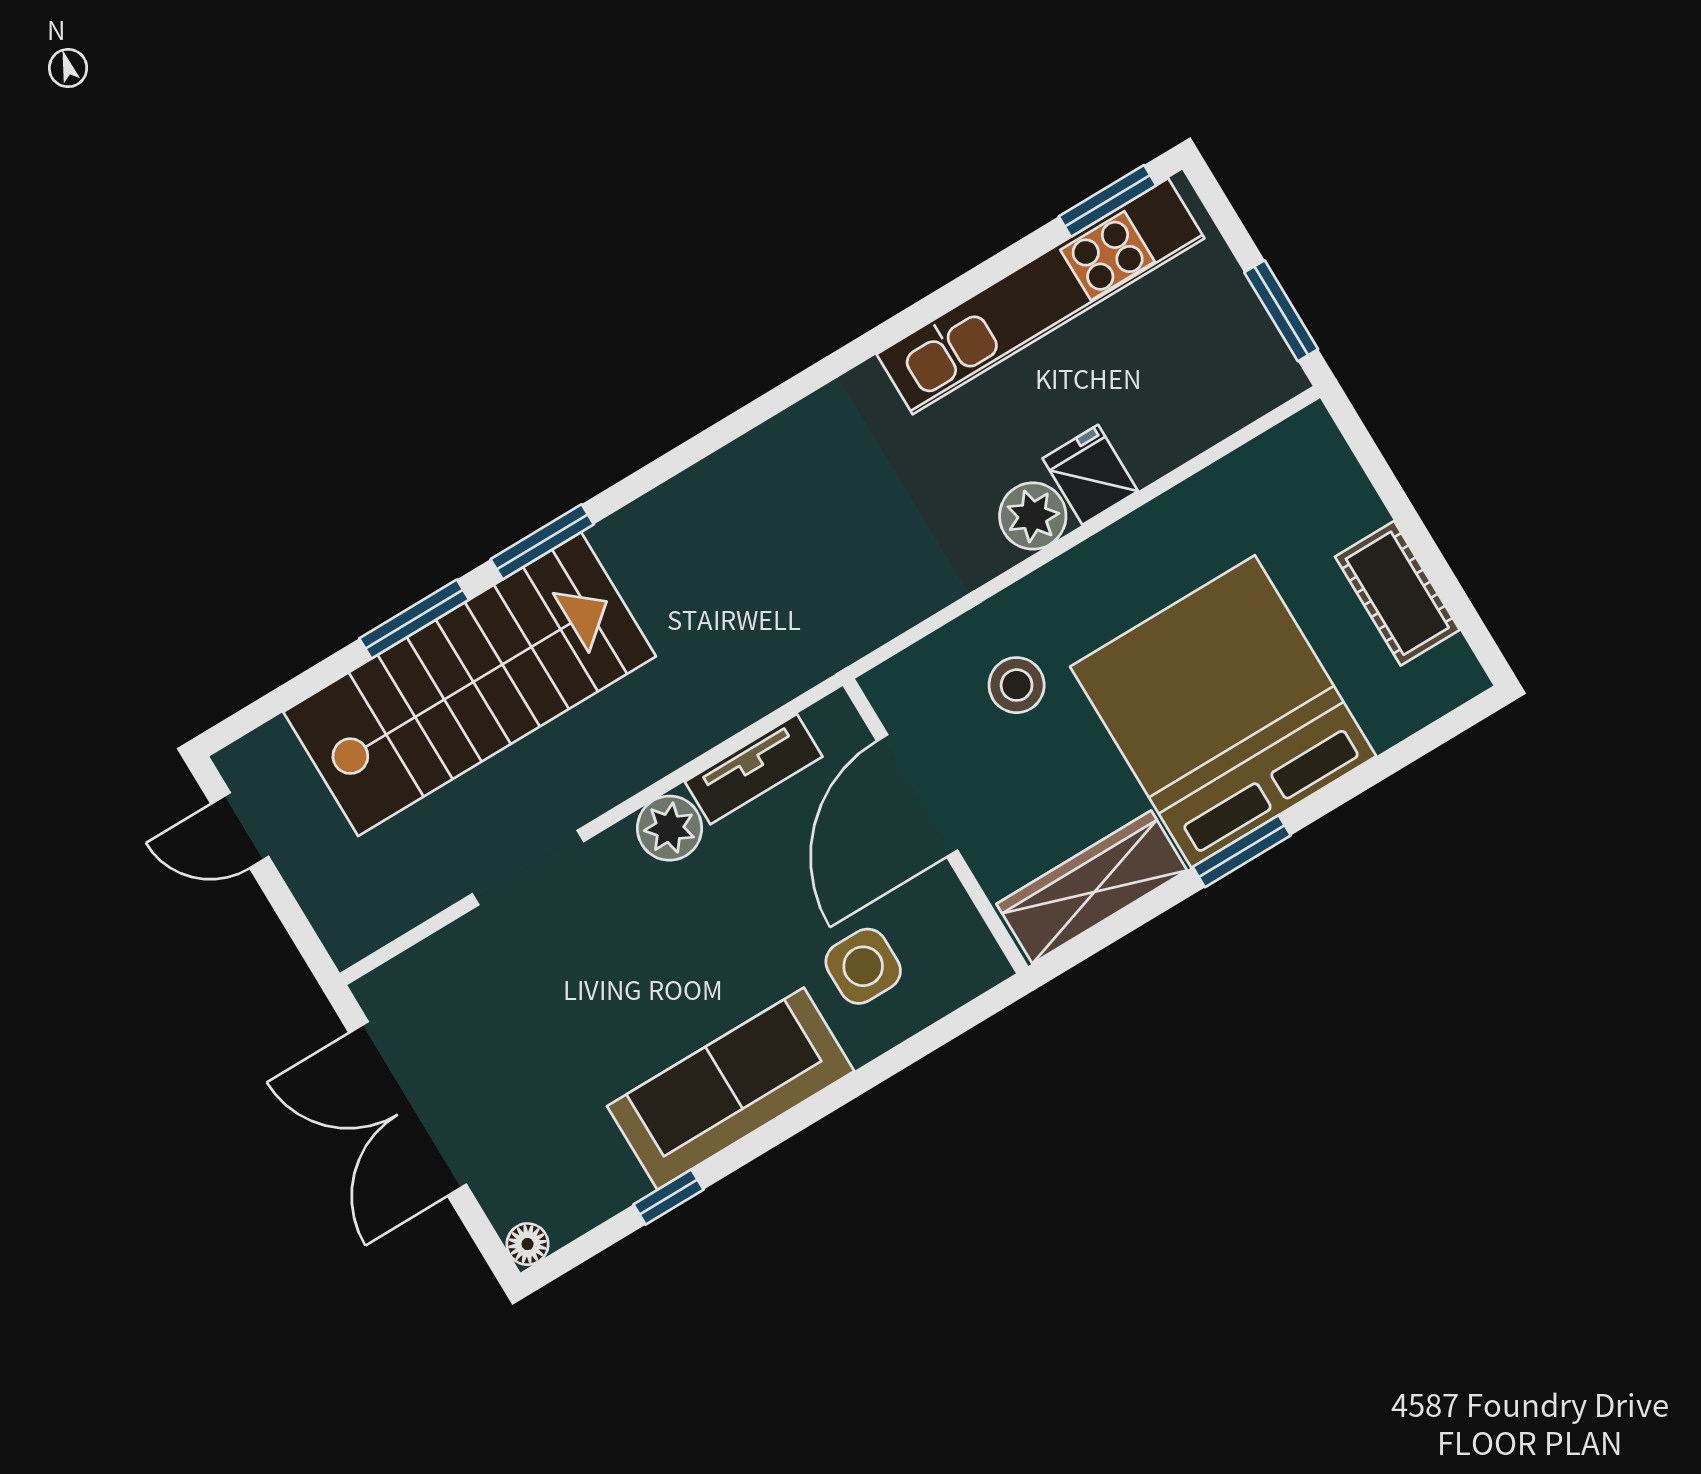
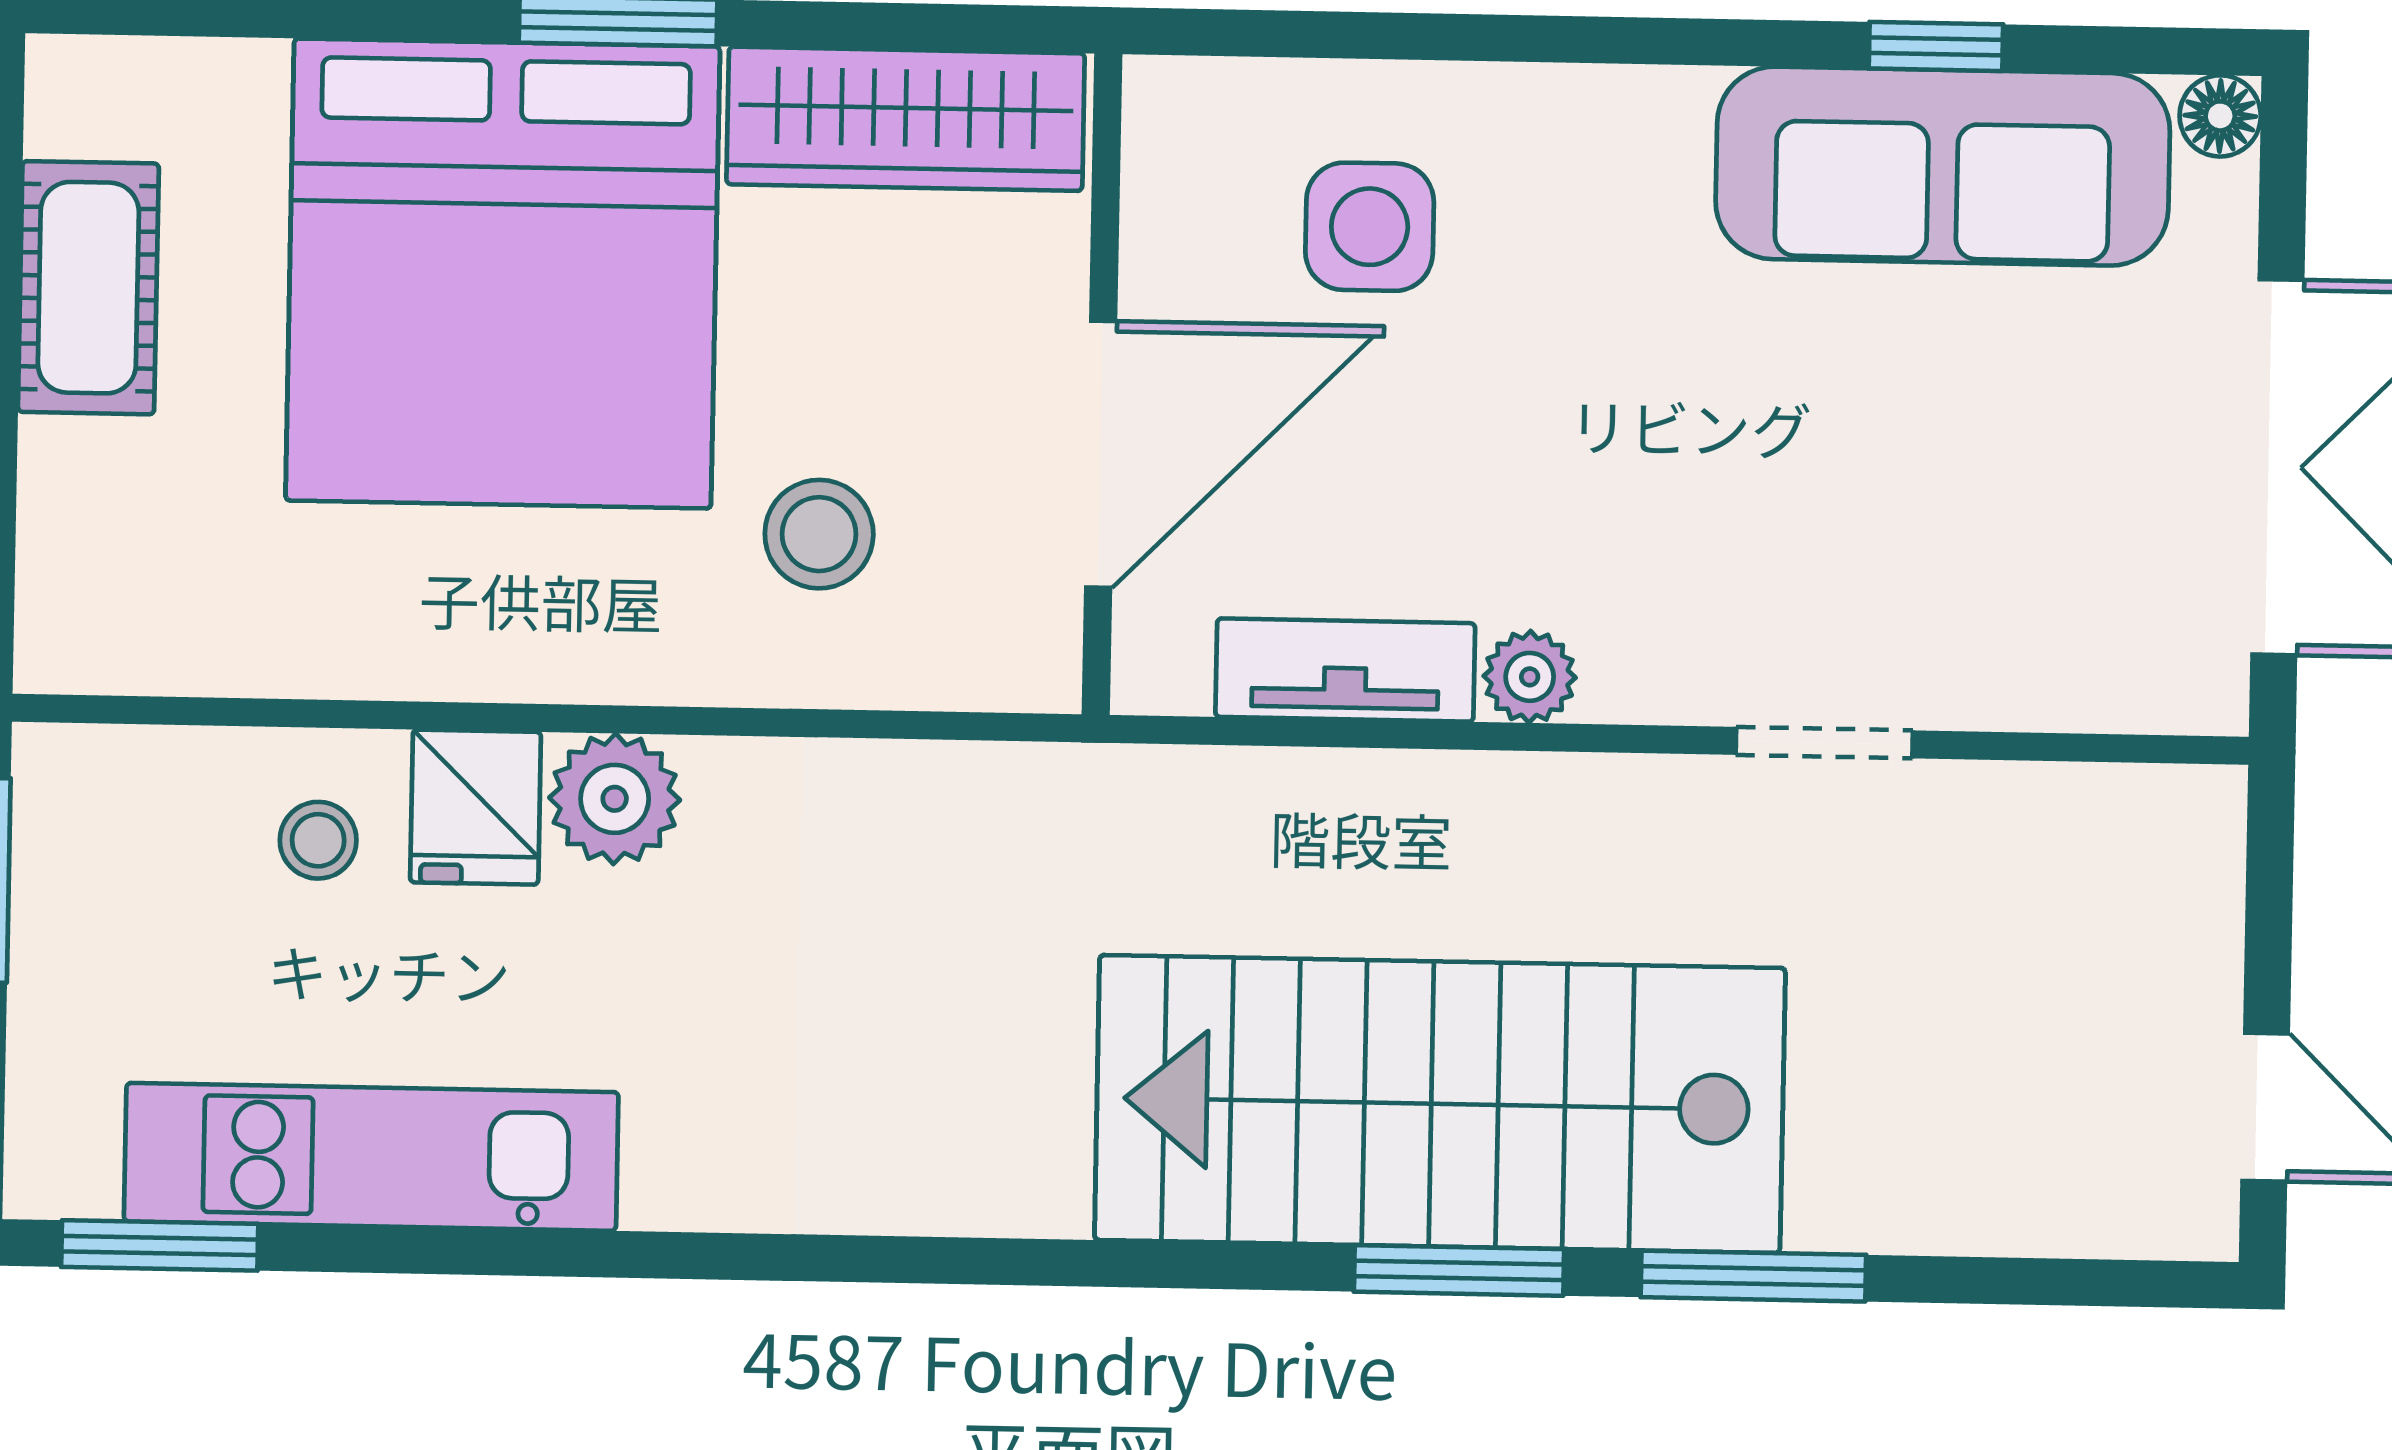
kitchen unit: (1040, 296) -> (371, 1157), width x0.73
stool: (1149, 418) -> (318, 840), added
stairs: (470, 684) -> (1440, 1104), moved
plant: (670, 828) -> (1530, 677), width x0.73, depth x0.73
doorway: (528, 868) -> (1824, 743), width x0.73
sofa: (731, 1089) -> (1943, 166), moved

